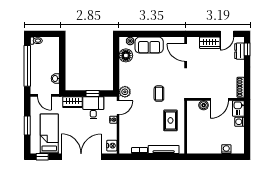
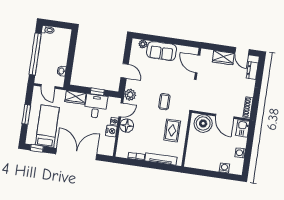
door: (227, 34) -> (242, 51), hinge flipped
window: (247, 49) -> (260, 70), removed
floor lamp: (126, 55) -> (127, 126), moved
door: (116, 70) -> (125, 71), added
door: (219, 99) -> (225, 116), hinge flipped
boiler: (204, 105) -> (203, 123), width x1.86, depth x1.86
washing machine: (240, 122) -> (240, 153), moved
nightstand: (112, 146) -> (111, 131), moved

